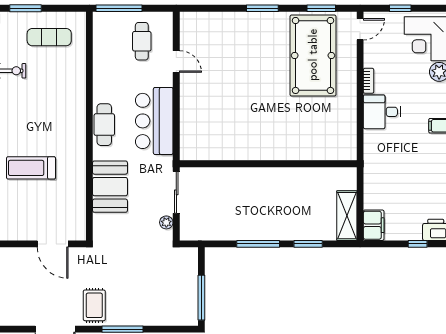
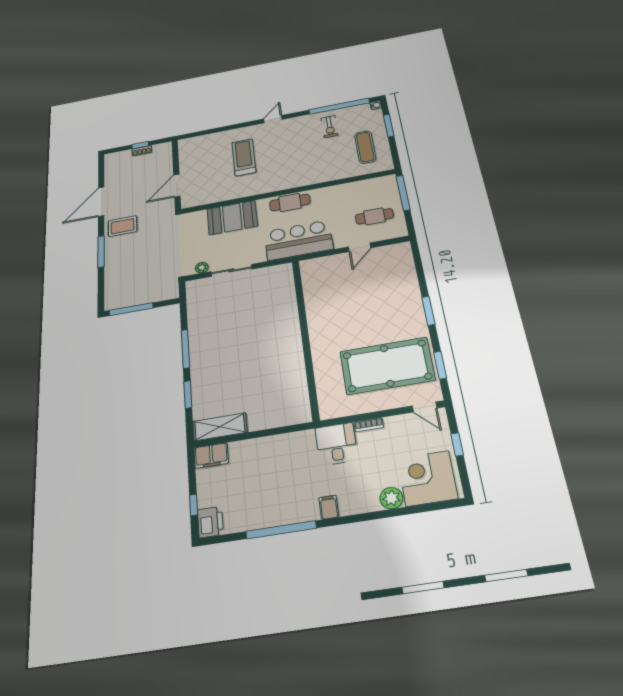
wall: (268, 164) -> (305, 337), moved

